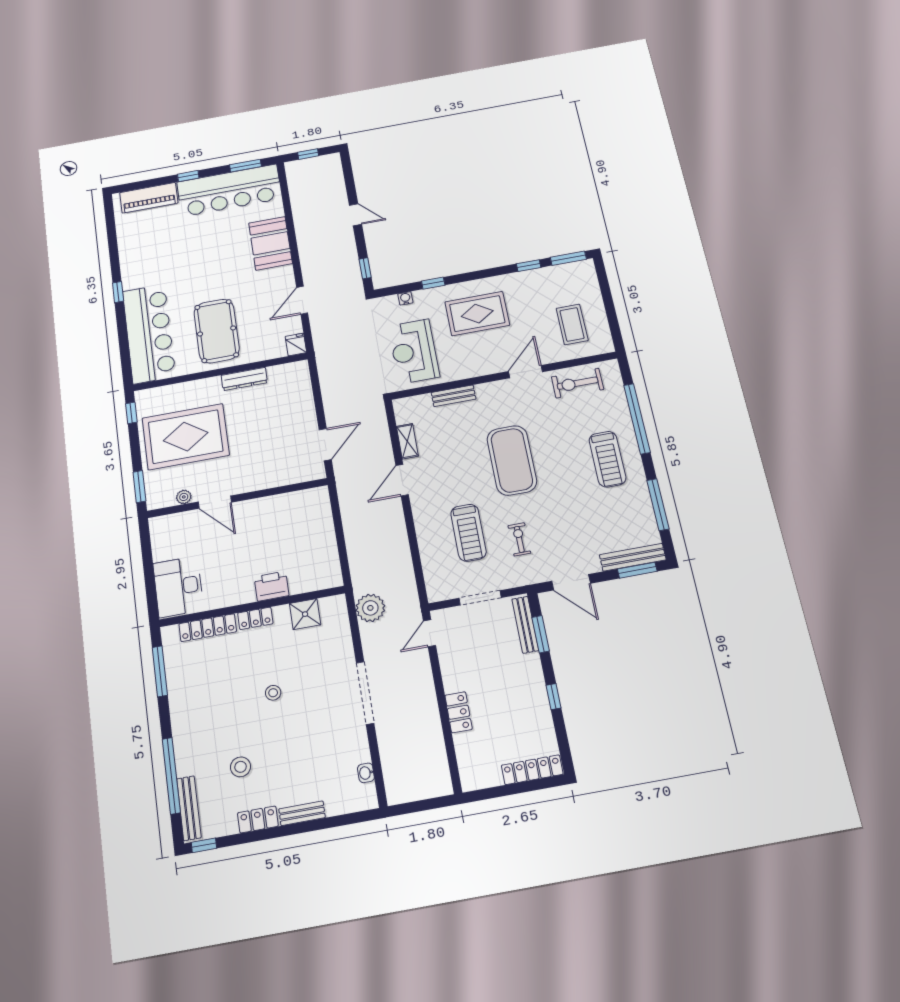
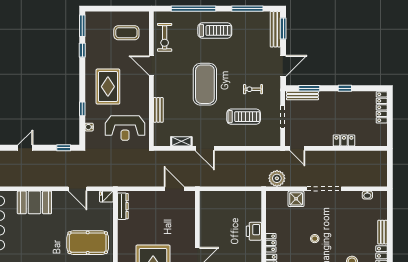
dresser: (244, 379) -> (123, 206), moved
exercise mat: (512, 460) -> (205, 84), turned 90
shower: (305, 614) -> (296, 199), moved

